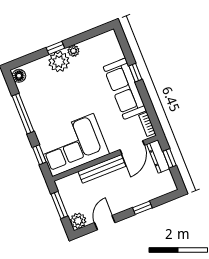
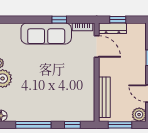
window: (135, 73) -> (59, 20), moved
corner sofa: (73, 145) -> (75, 94), removed
bench: (102, 169) -> (104, 97), moved

